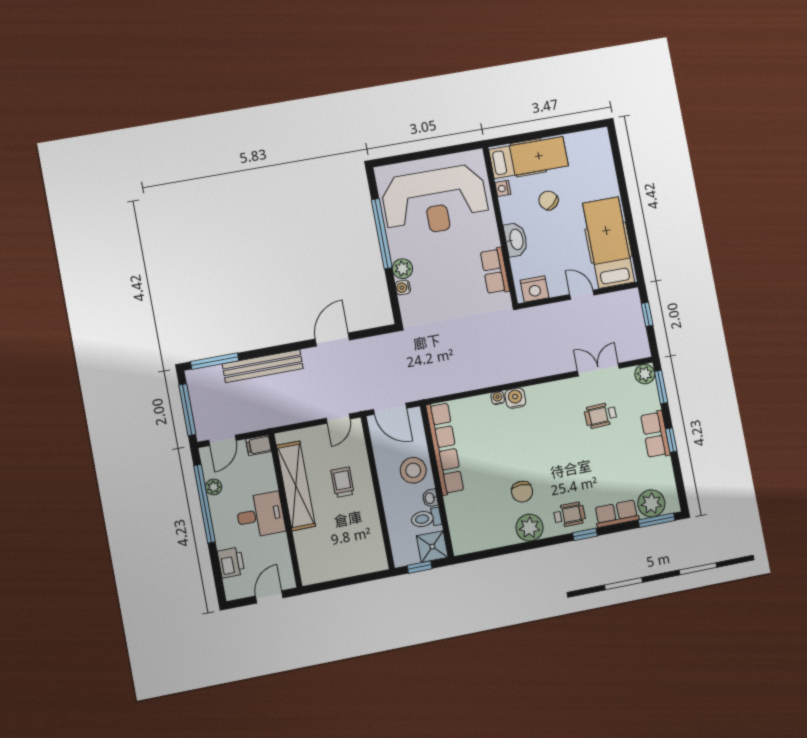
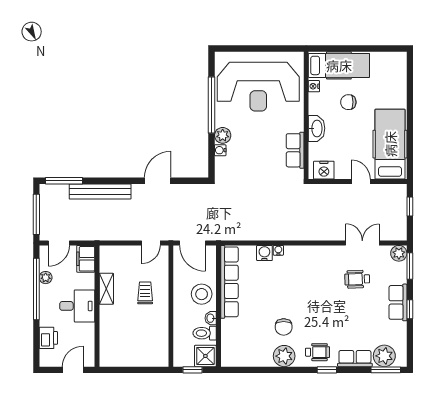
chair: (548, 200) -> (348, 102), turned -48
water cooler: (515, 398) -> (264, 253), moved
filing cabinet: (259, 445) -> (86, 259), width x2.00
shelving: (296, 486) -> (106, 289), width x0.45, depth x0.75

